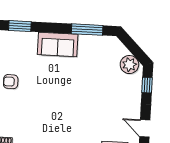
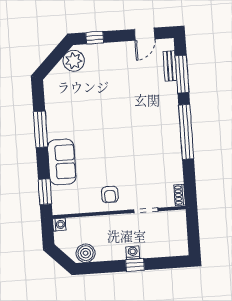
window: (87, 30) -> (41, 129), moved
sofa: (58, 44) -> (62, 162), moved

